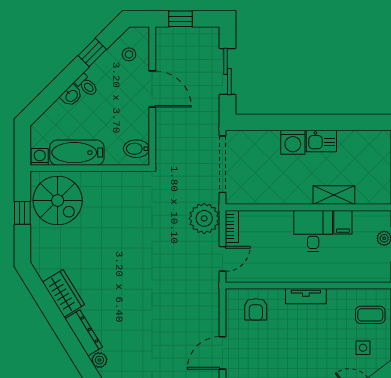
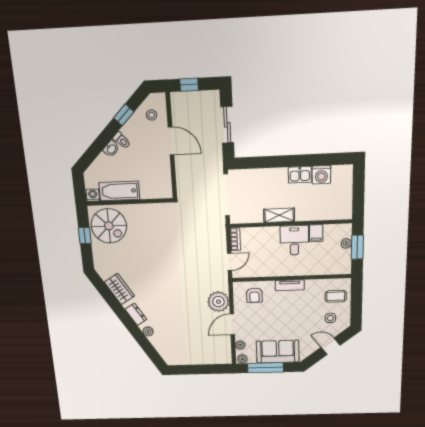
washing machine: (293, 142) -> (321, 175), moved
bidet: (136, 149) -> (163, 186), removed
shelving: (334, 195) -> (279, 215), moved
plant: (204, 218) -> (218, 302), moved
dresser: (84, 333) -> (136, 314), width x0.70

